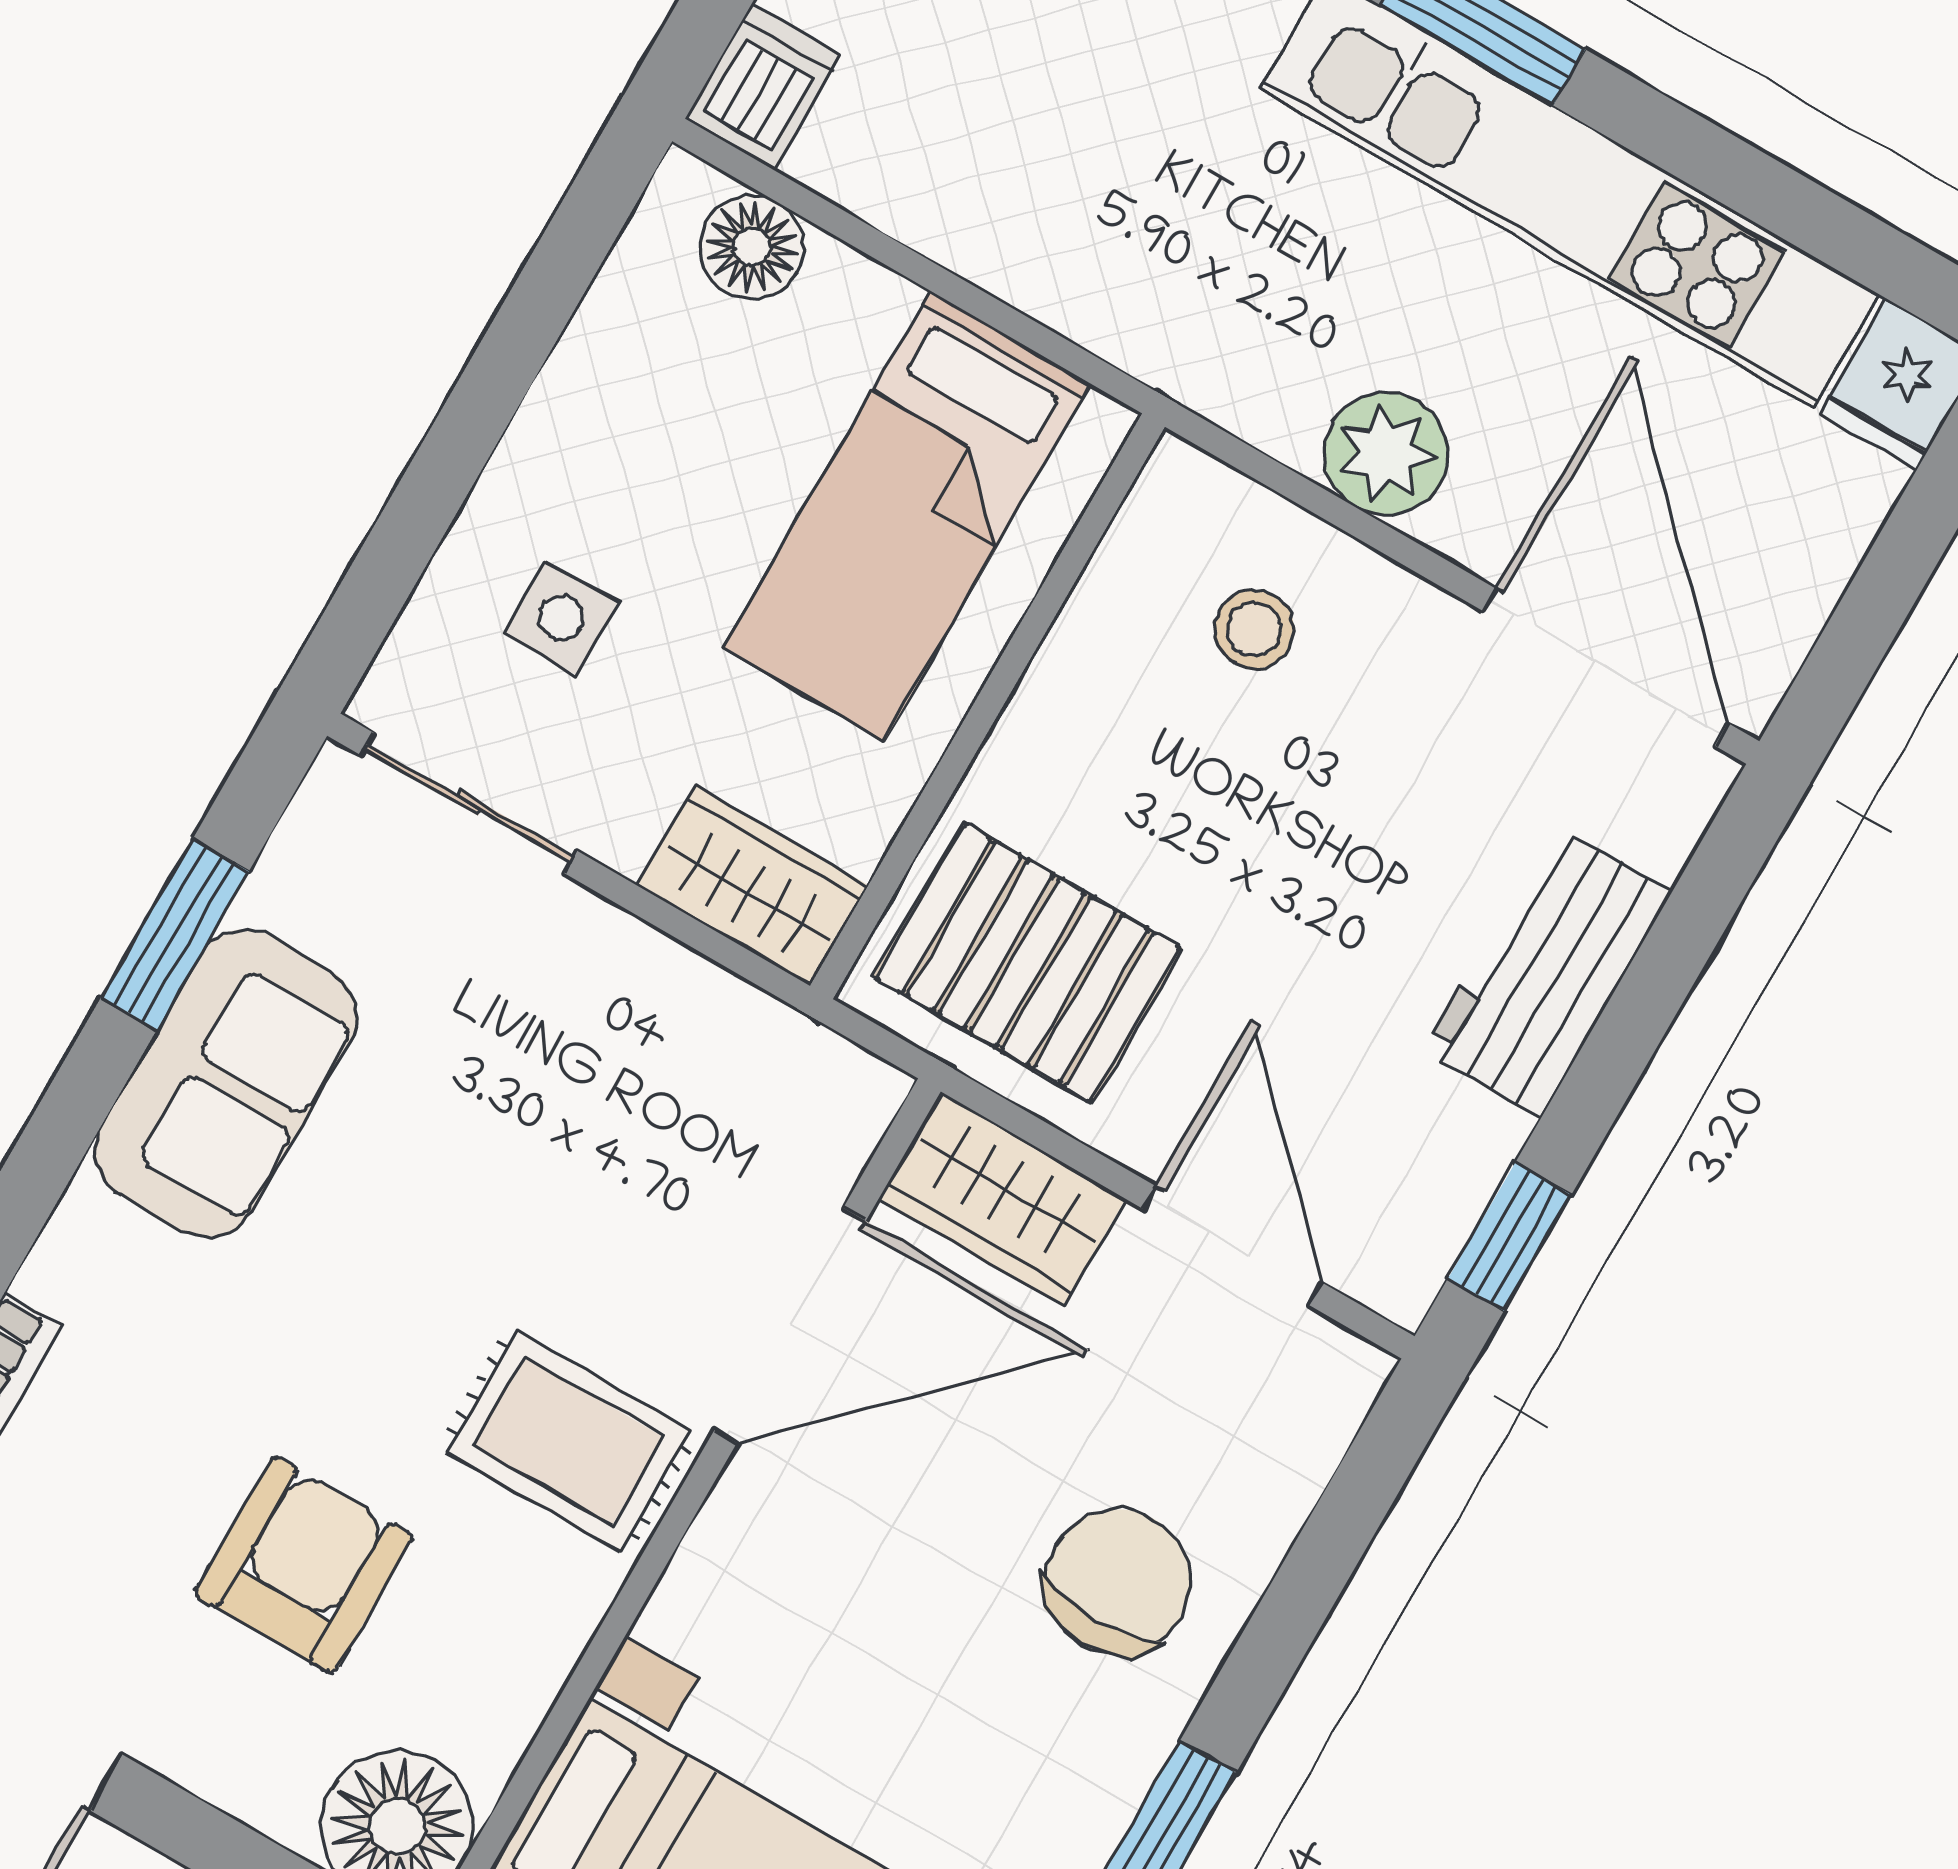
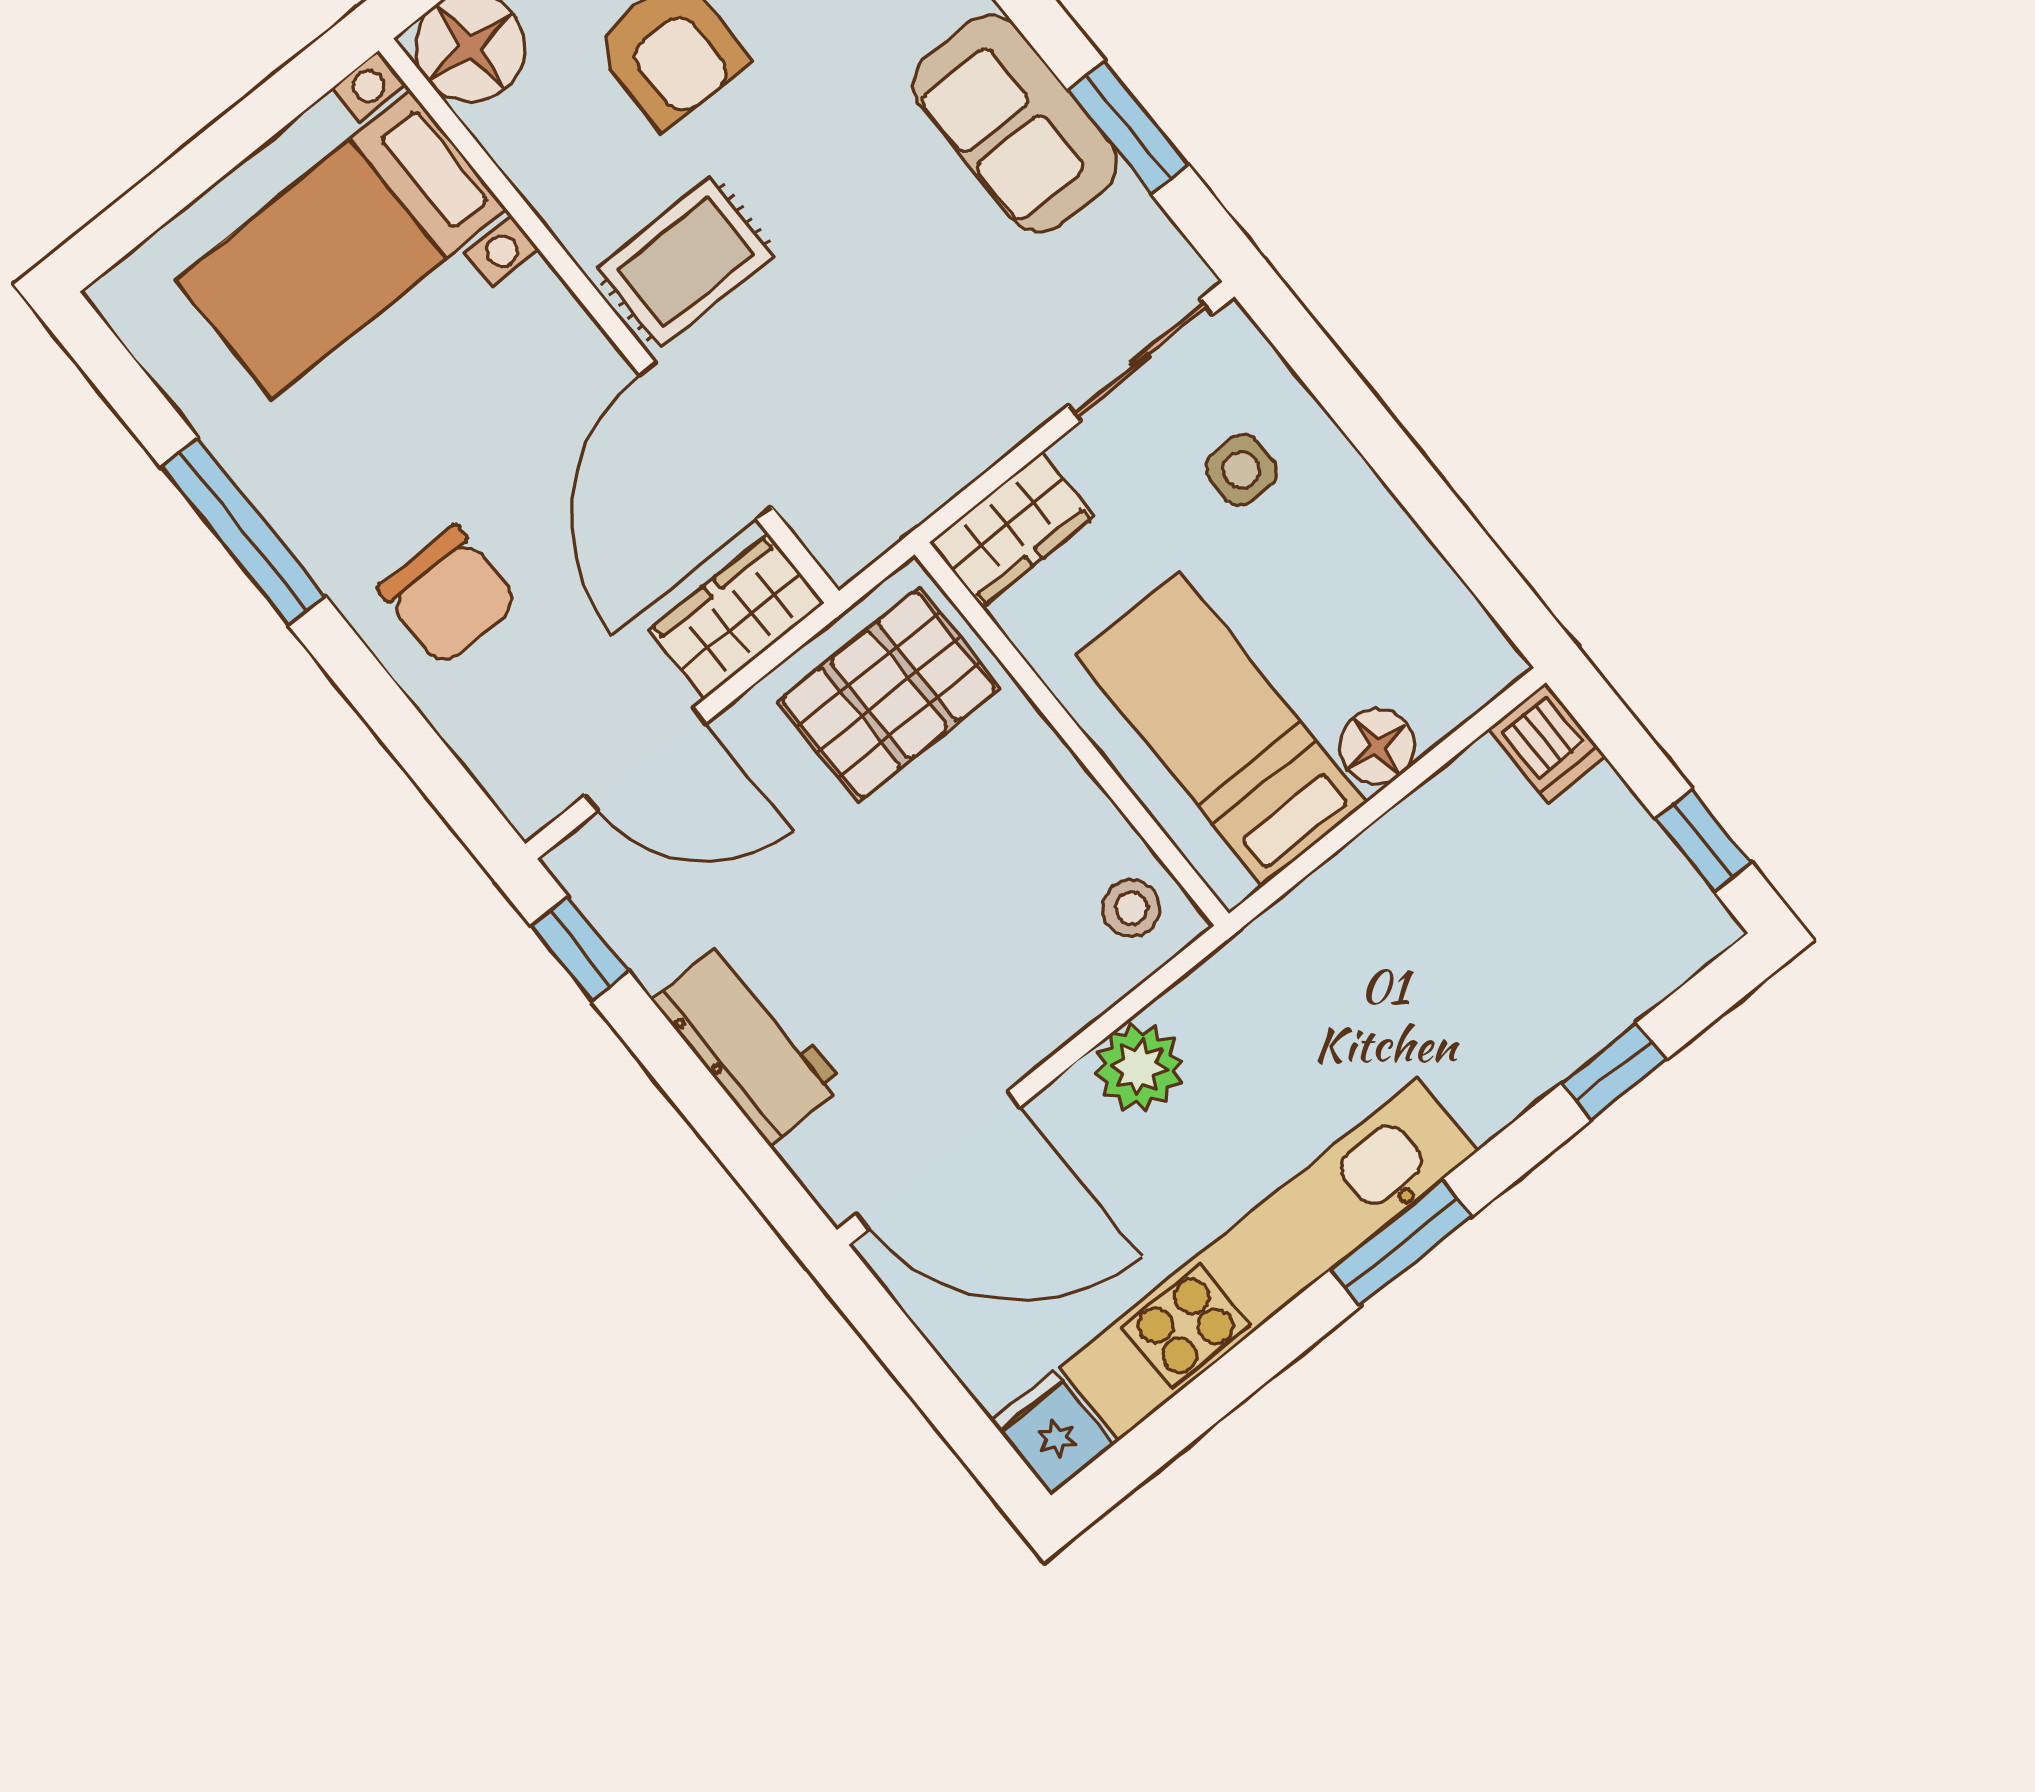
floor lamp: (752, 247) -> (1377, 747), moved
stool: (1254, 629) -> (1131, 908), moved

